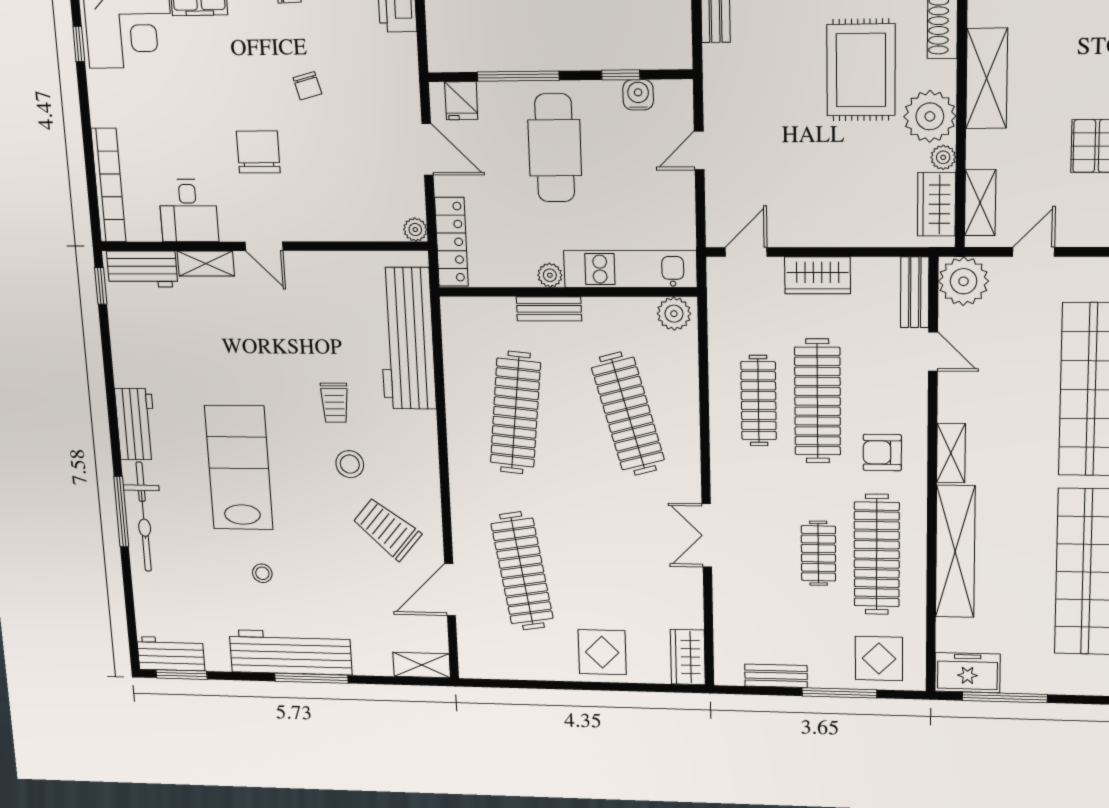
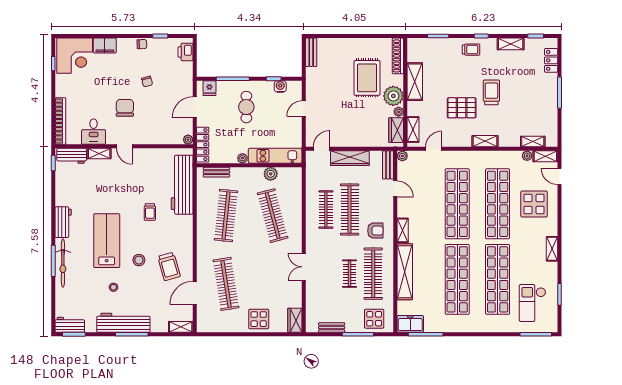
cafe table: (555, 148) -> (246, 107), width x0.73, depth x0.74
door: (427, 149) -> (195, 107), swing flipped
wardrobe: (817, 275) -> (350, 158), width x1.50
plant: (964, 281) -> (402, 156), width x0.53, depth x0.53
bench: (549, 309) -> (216, 172), moved
plant: (674, 314) -> (271, 174), moved
armchair: (882, 452) -> (375, 231), turned 180
stool: (350, 464) -> (139, 260), moved
trolley: (387, 529) -> (169, 266), turned -146

